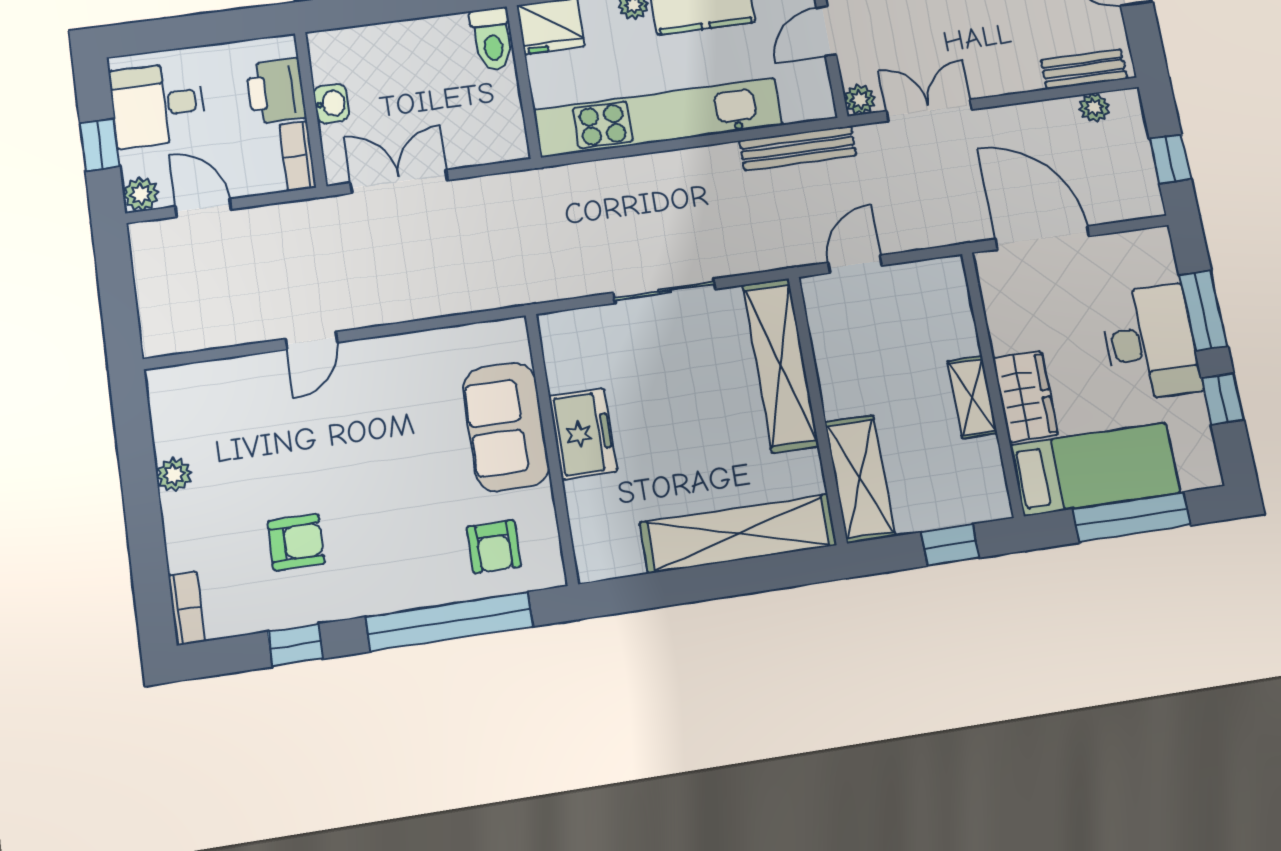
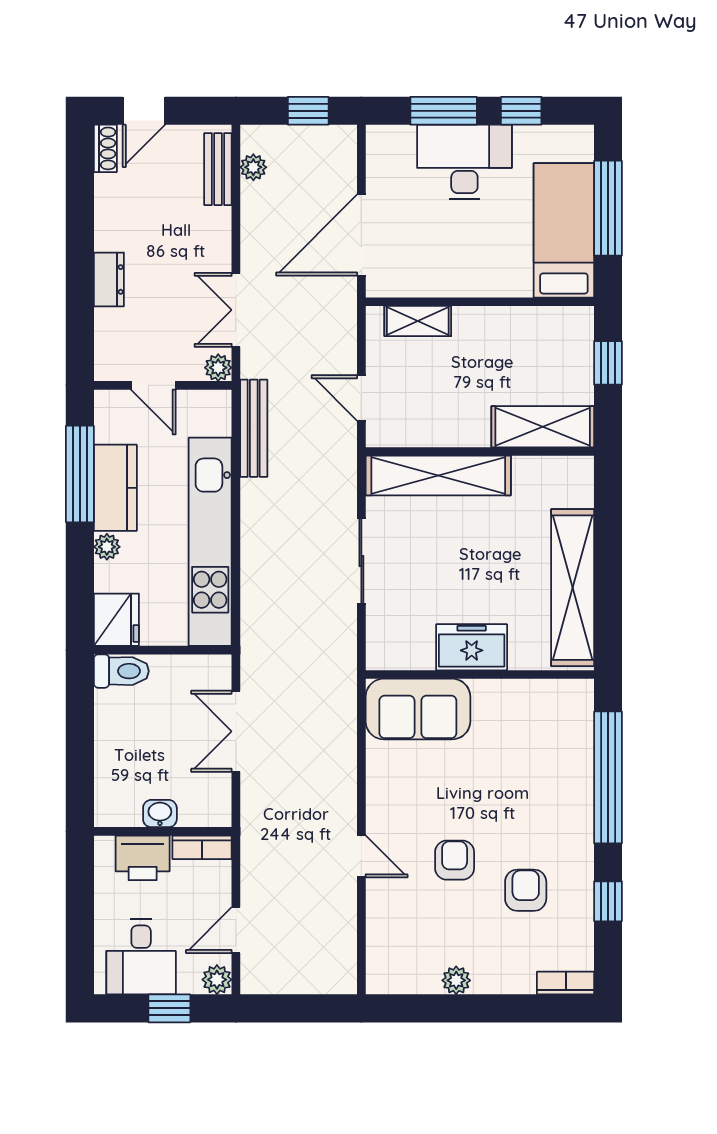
double door: (399, 182) -> (236, 731), moved
wardrobe: (1025, 396) -> (494, 276), removed
shelving: (972, 397) -> (418, 321), moved
sofa: (506, 427) -> (418, 709), moved
shelving: (738, 534) -> (573, 588), moved
armchair: (494, 547) -> (455, 860), moved, turned -90

